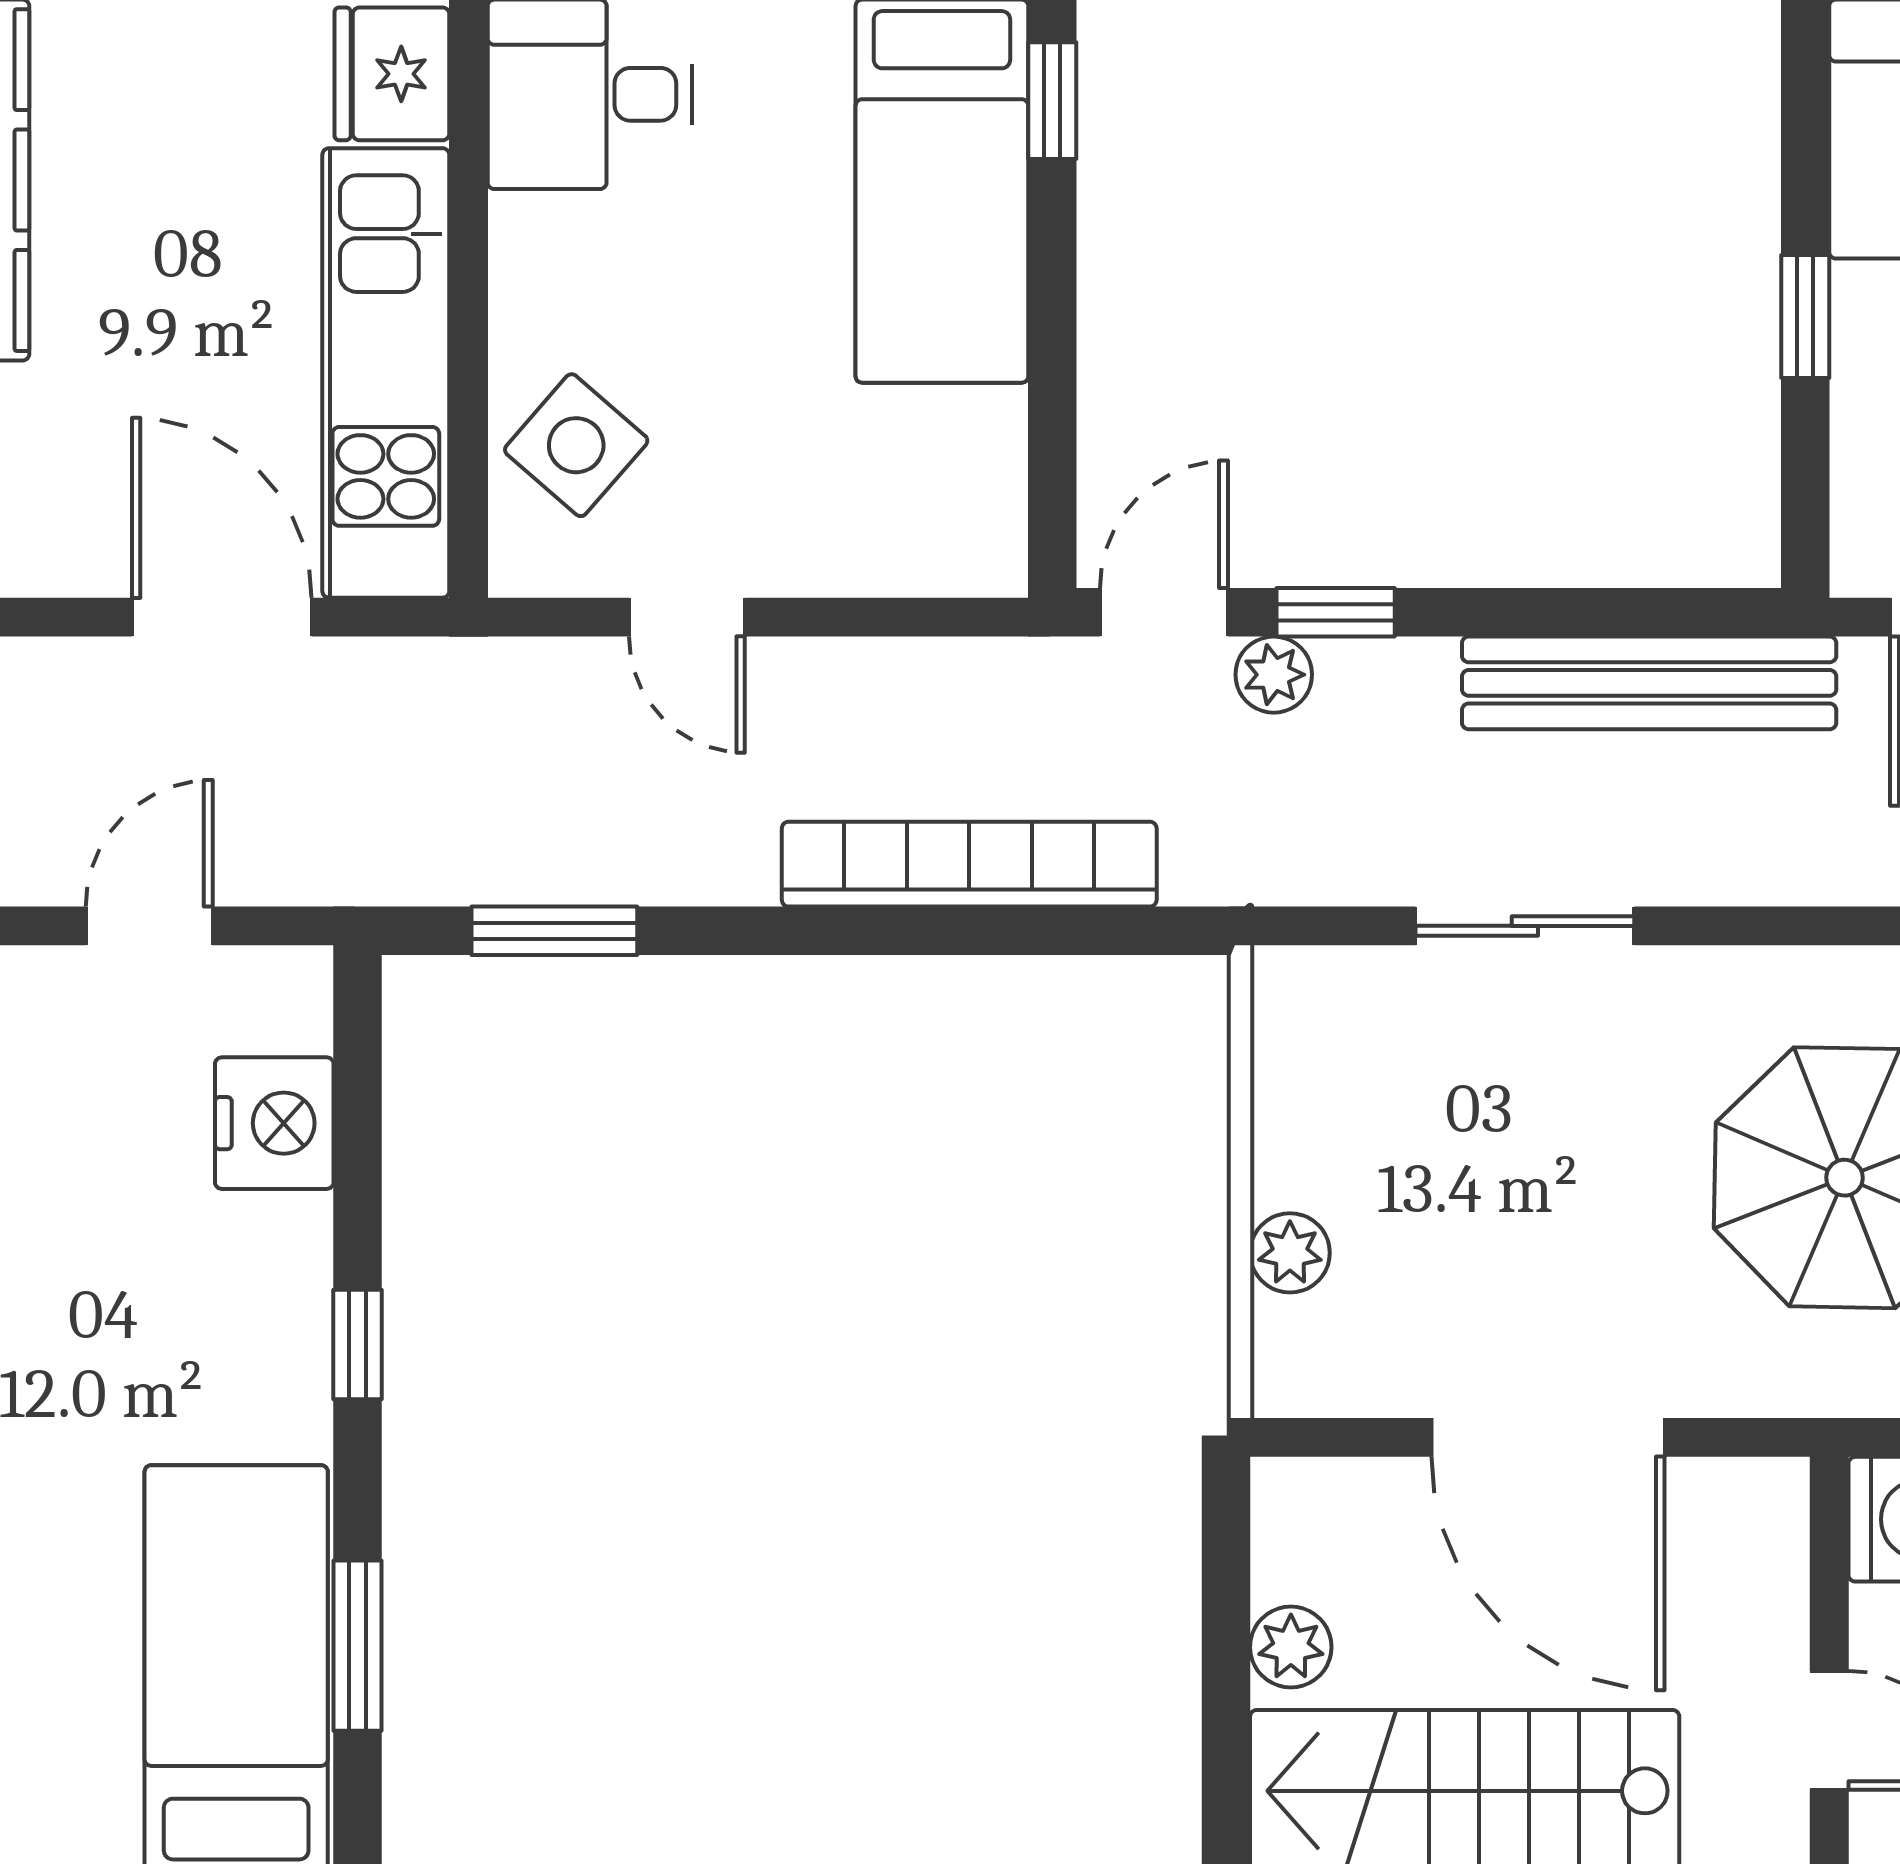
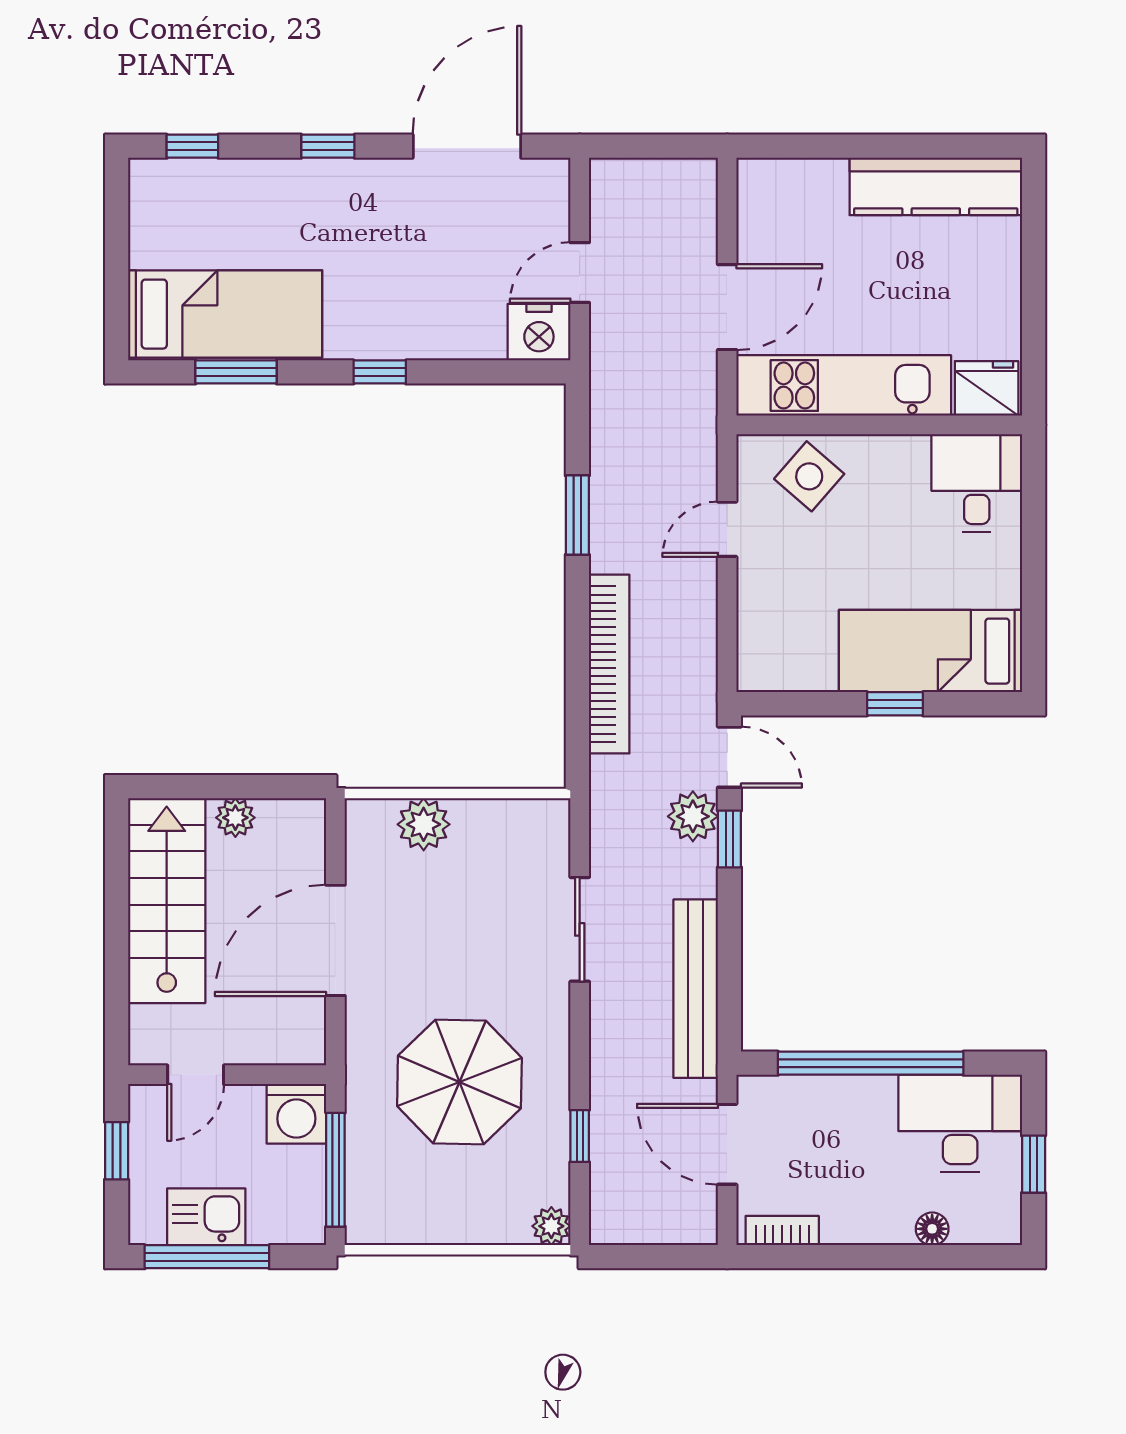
window: (1052, 101) -> (895, 704), moved
window: (1805, 316) -> (871, 1063), width x3.17
plant: (1274, 675) -> (693, 816), width x1.38, depth x1.38
door: (149, 926) -> (580, 272), swing flipped
window: (554, 931) -> (577, 515), moved
nightstand: (274, 1123) -> (539, 332), moved
plant: (1290, 1253) -> (424, 824), width x1.38, depth x1.38

